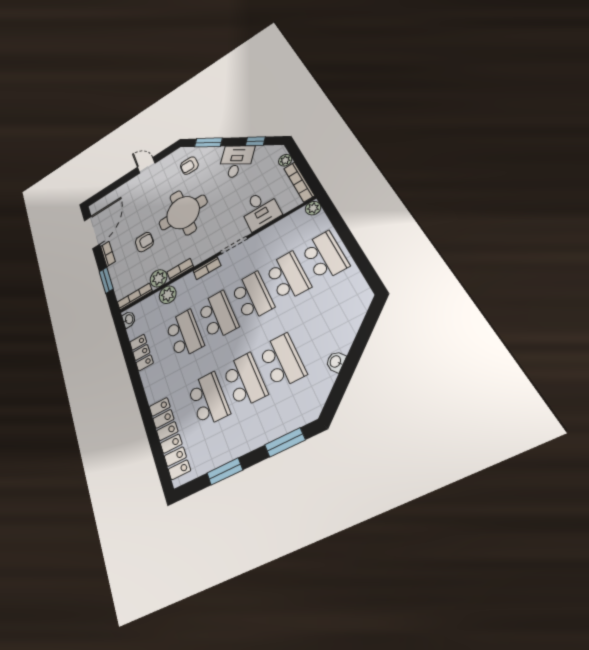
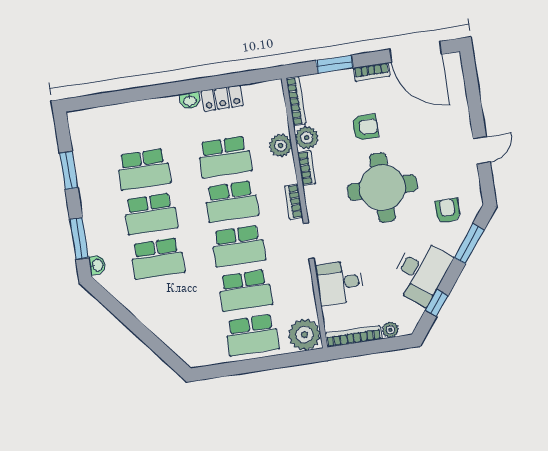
desk: (236, 162) -> (421, 272), width x1.37
plant: (313, 208) -> (305, 335), width x1.88, depth x1.88
armchair: (144, 242) -> (365, 127), turned -90
washbasin: (129, 319) -> (190, 101), moved
washbasin: (336, 362) -> (97, 265), moved, turned 39
locker: (169, 437) -> (118, 116), removed

